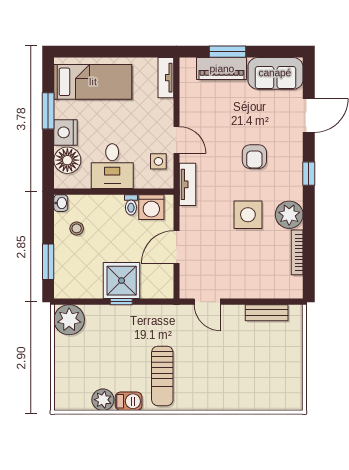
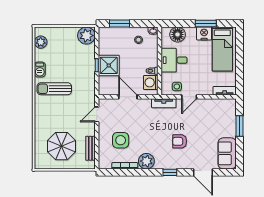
piano: (222, 69) -> (230, 123), removed
nightstand: (66, 132) -> (204, 33), moved
side table: (248, 215) -> (121, 140), moved
parasol: (263, 363) -> (62, 146), added
plant: (103, 400) -> (41, 42), moved

